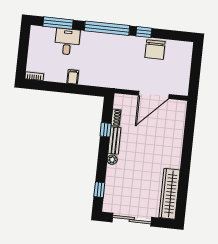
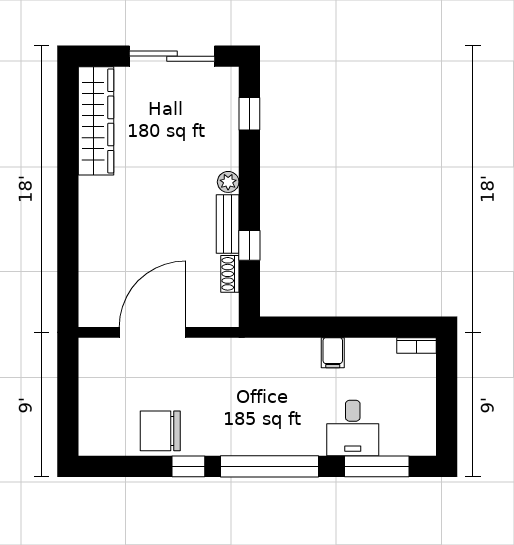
chair: (155, 50) -> (160, 431), turned -90

